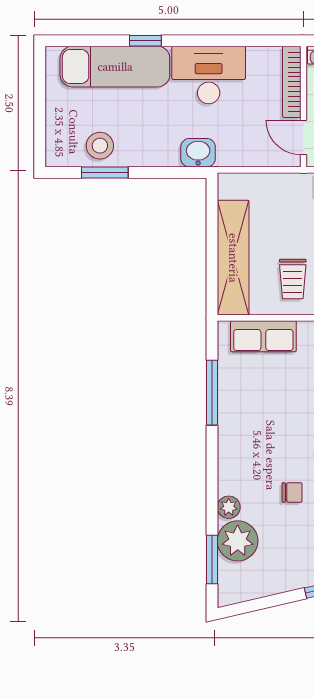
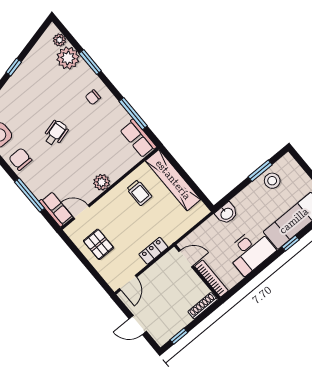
trolley: (293, 279) -> (139, 193), turned 180
row of seats: (263, 336) -> (138, 138), moved, turned -90
chair: (292, 492) -> (93, 97), moved
plant: (229, 507) -> (59, 40), moved
window: (212, 560) -> (90, 62), moved

